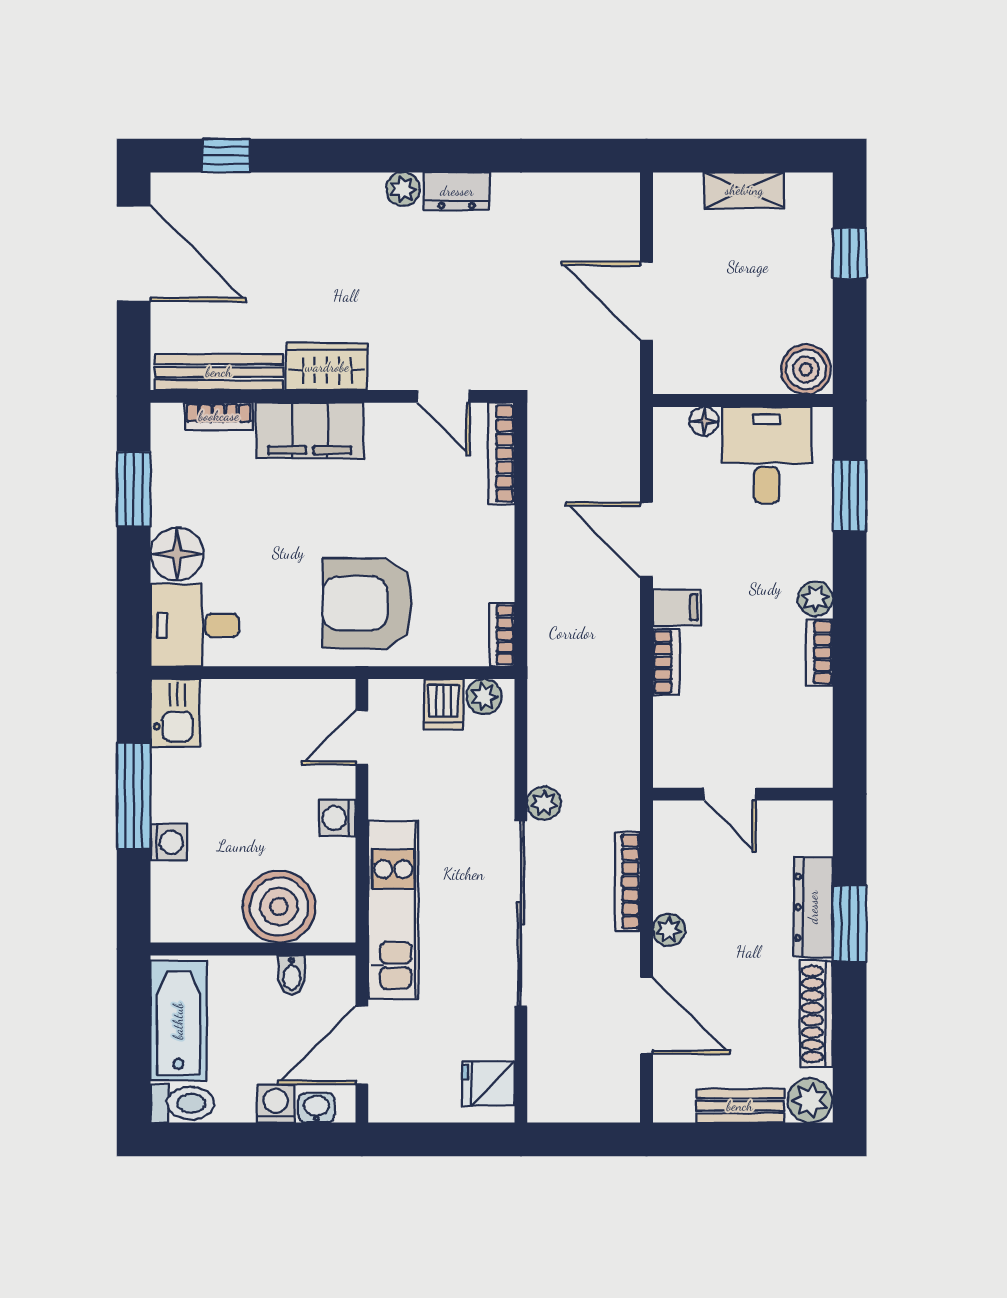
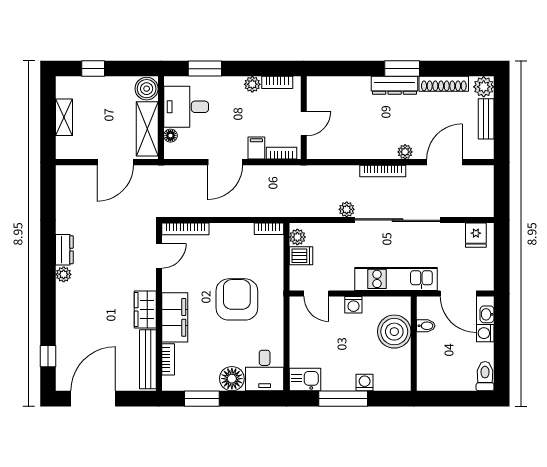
shelving: (719, 371) -> (147, 129), added
armchair: (368, 603) -> (237, 299), moved, turned 180
door: (730, 794) -> (304, 124), moved
wall: (743, 794) -> (304, 118), moved
bathtub: (178, 1021) -> (447, 378), removed

